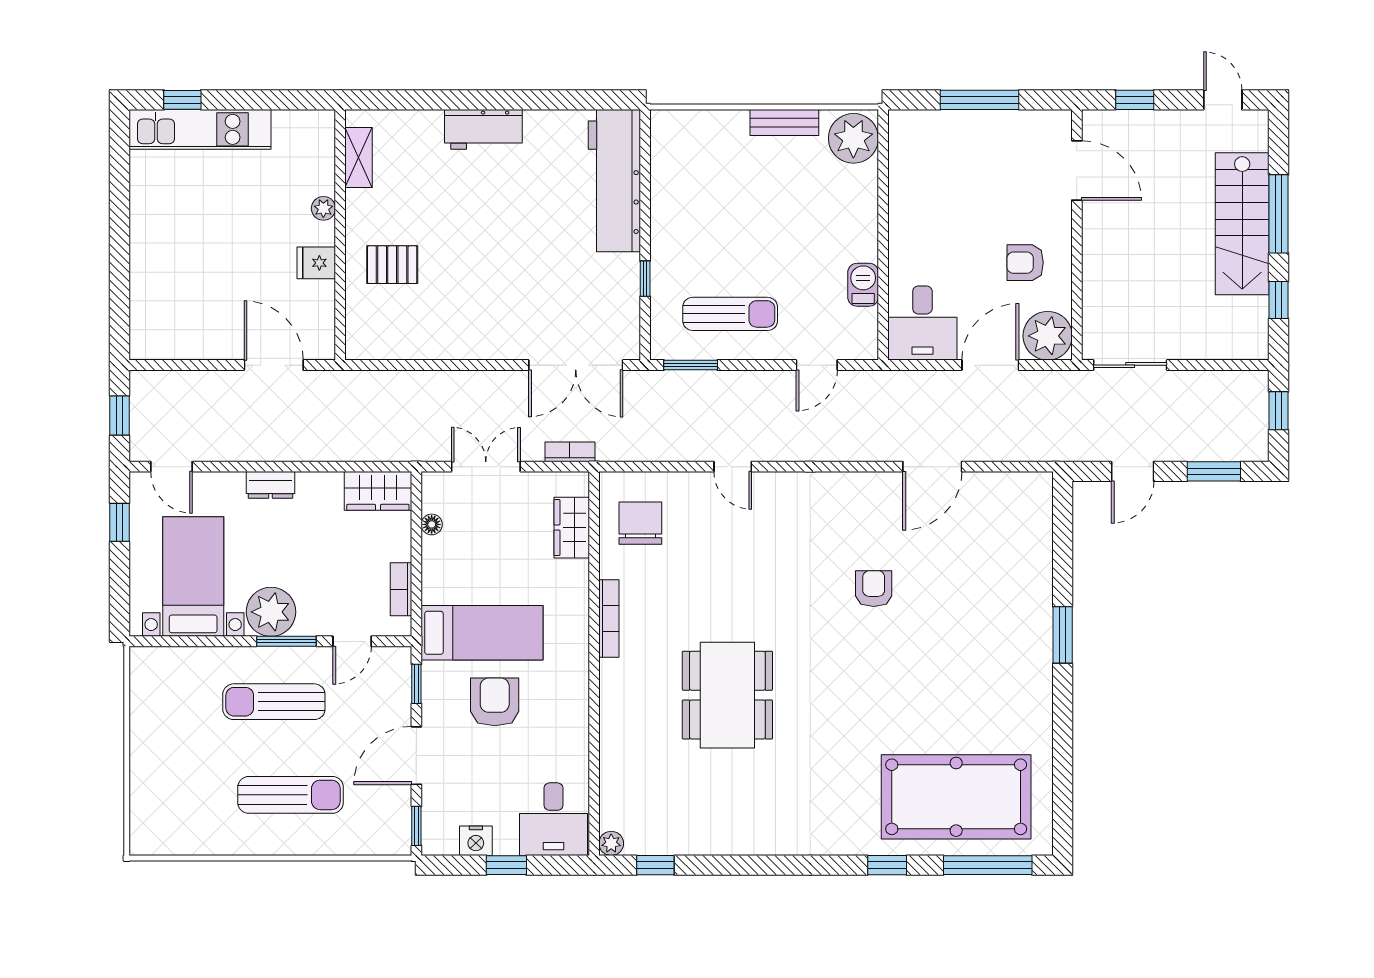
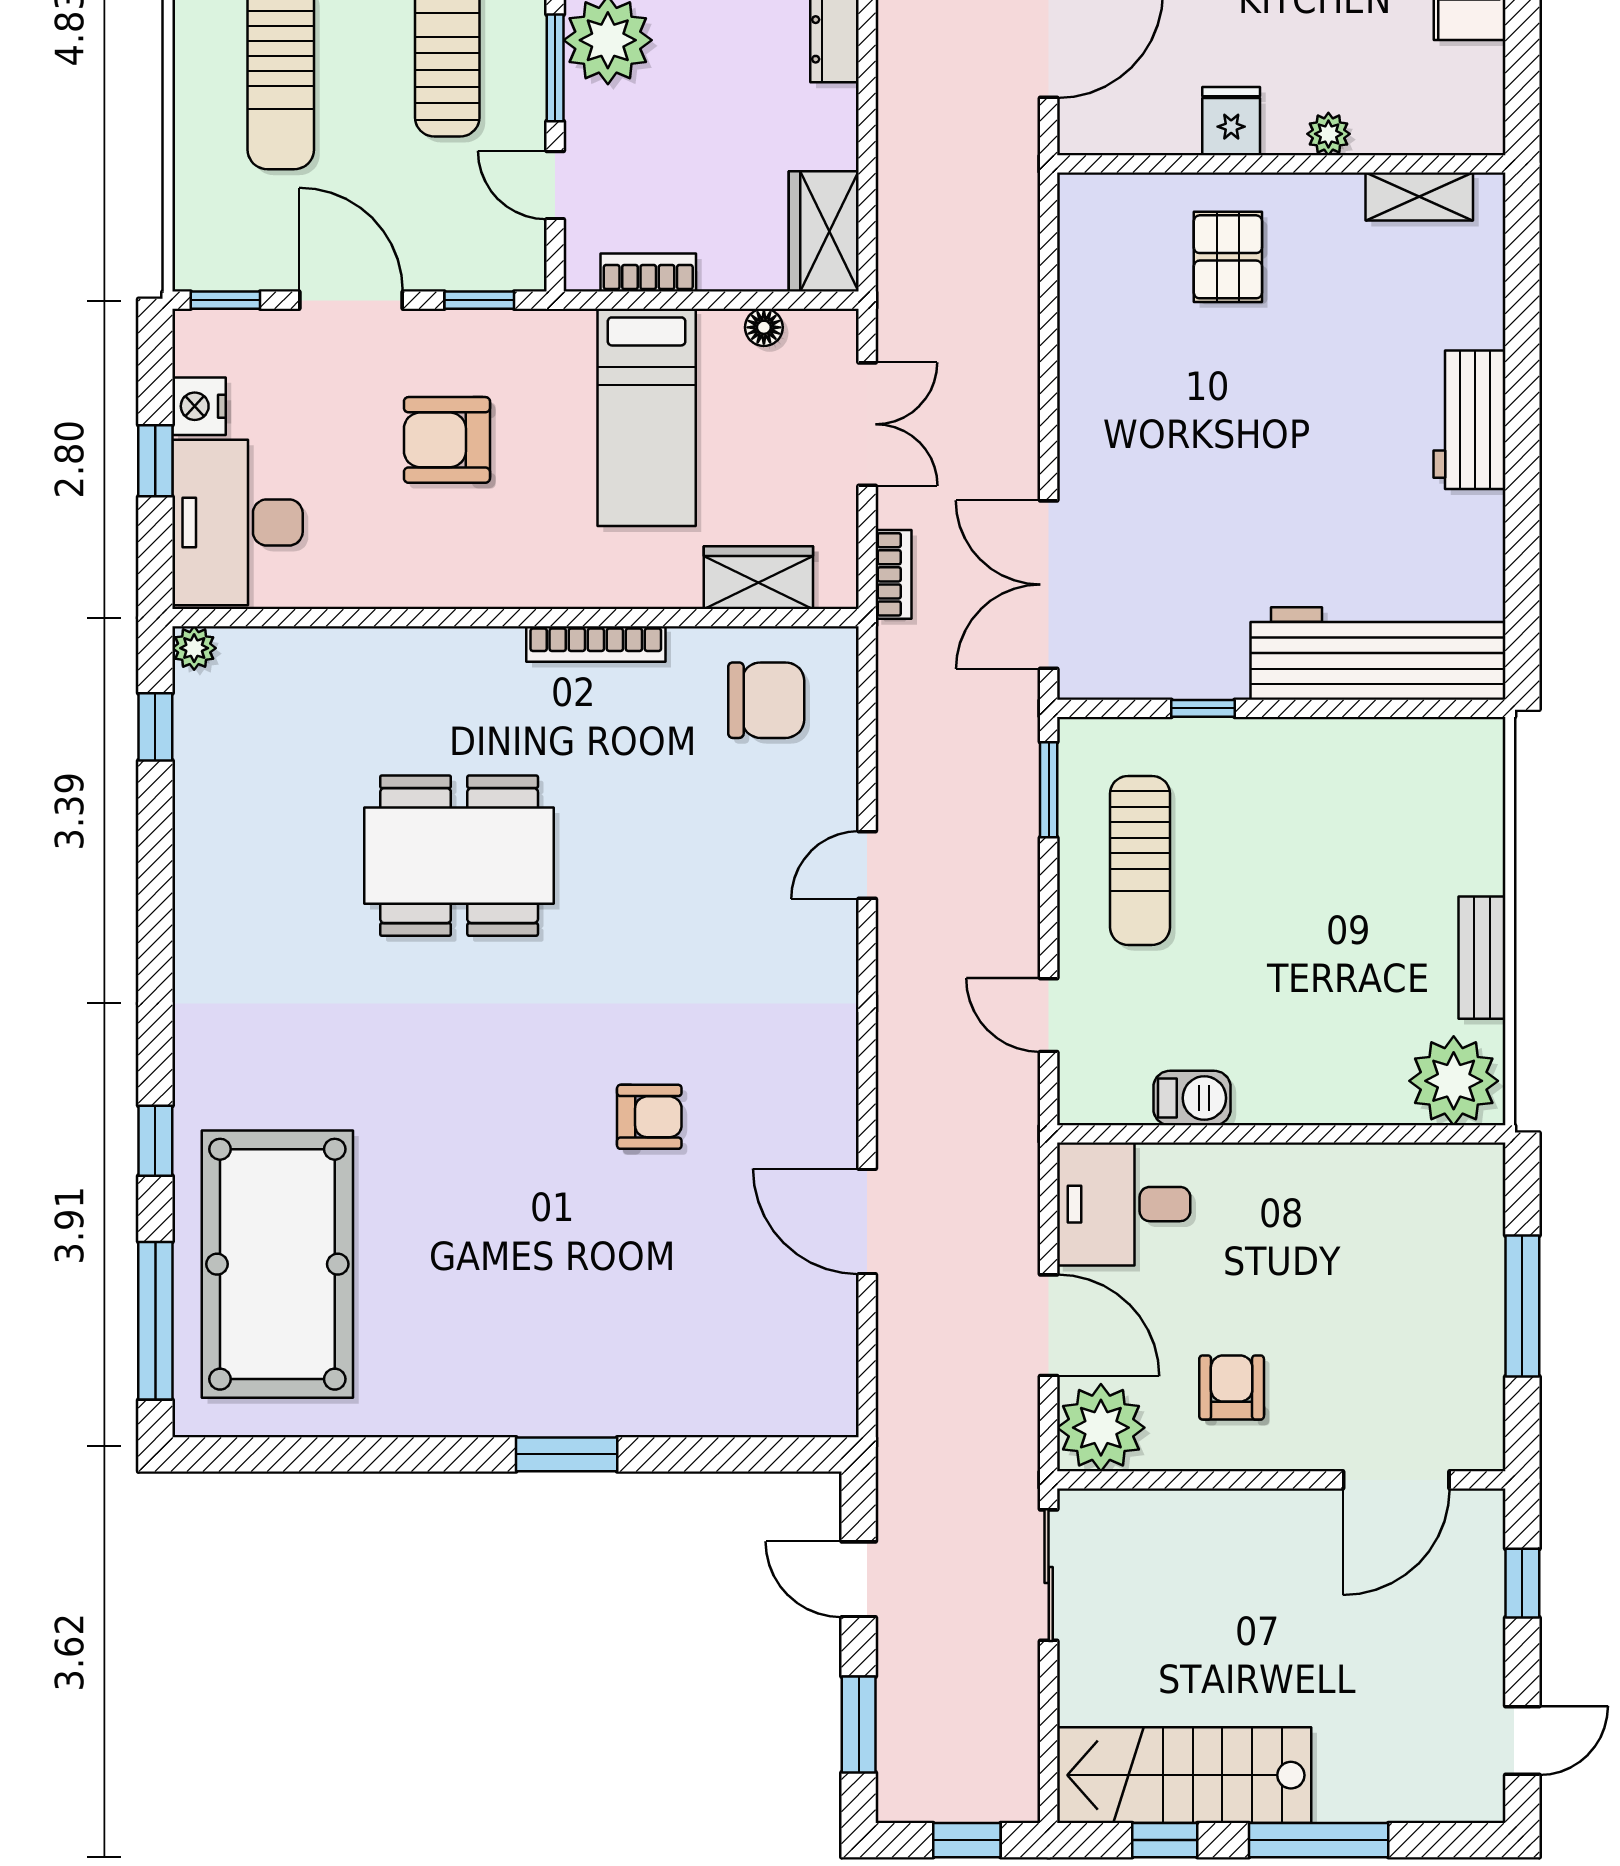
stairs: (1242, 224) -> (1184, 1775), moved
bed: (482, 633) -> (647, 417), moved
armchair: (495, 702) -> (447, 440), turned 180
desk: (554, 819) -> (237, 522), width x1.37

